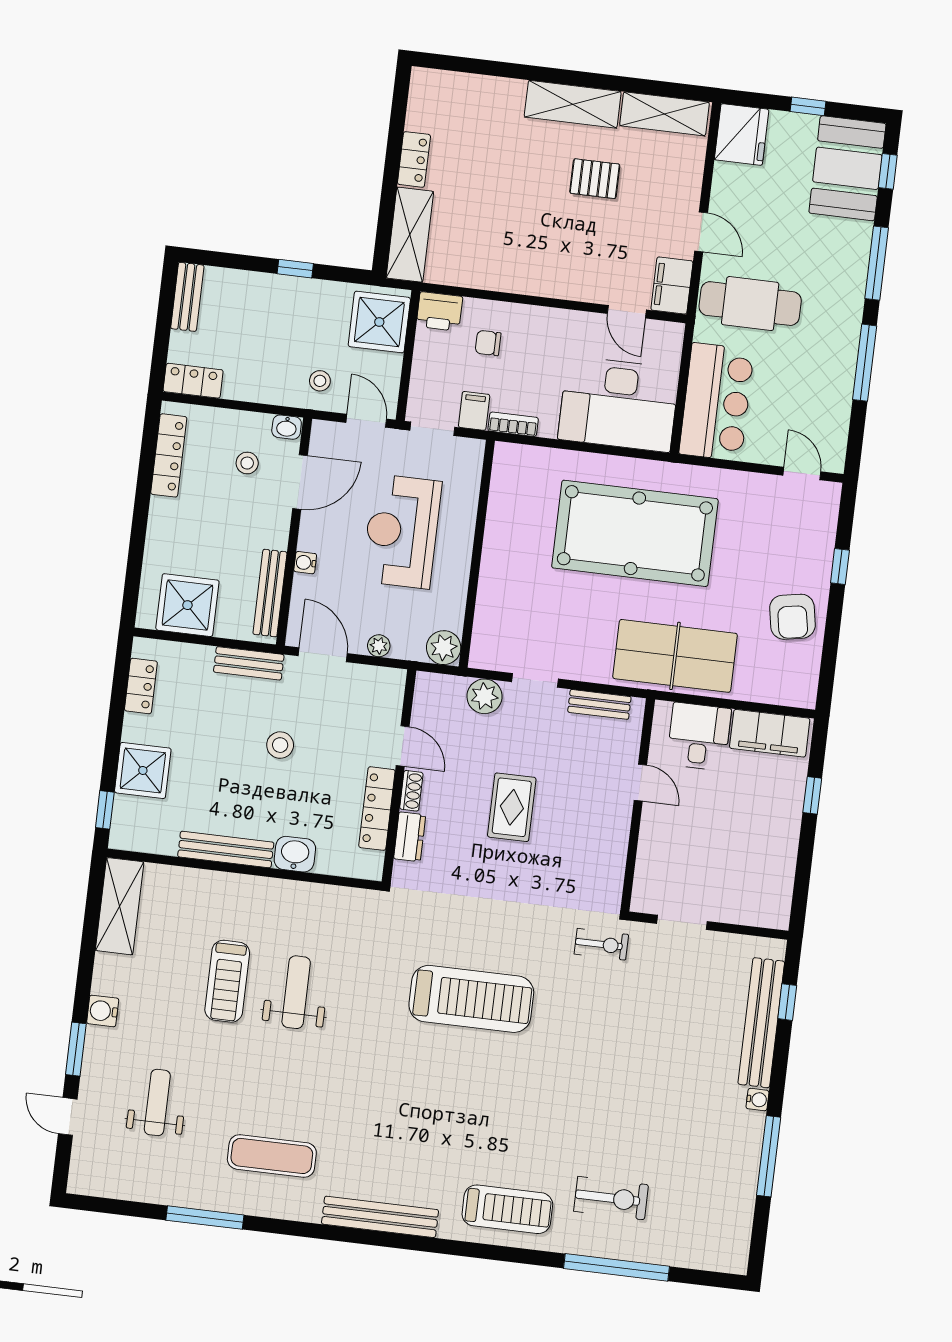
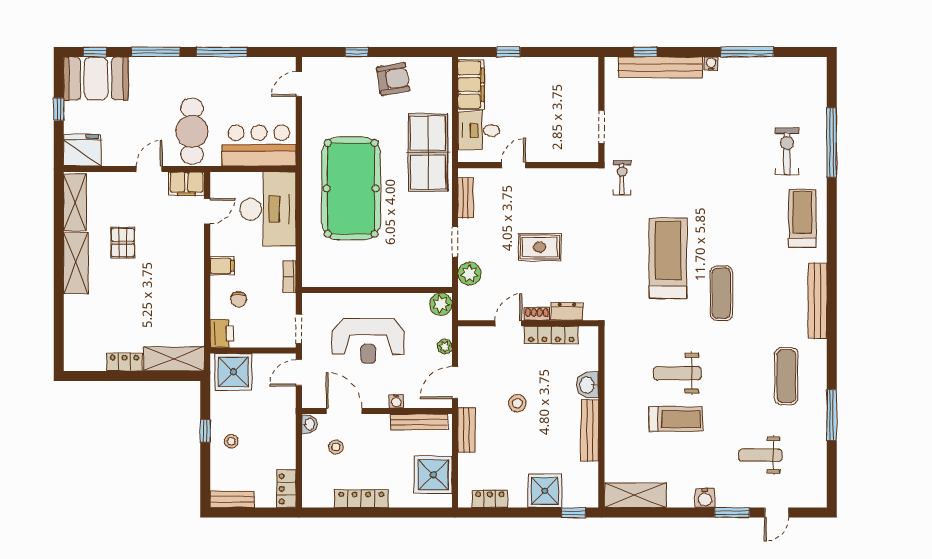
stool: (320, 381) -> (231, 441), moved
filing cabinet: (474, 411) -> (222, 266), moved, turned 180
locker: (169, 455) -> (361, 499), moved
exercise mat: (409, 1073) -> (721, 293), added

